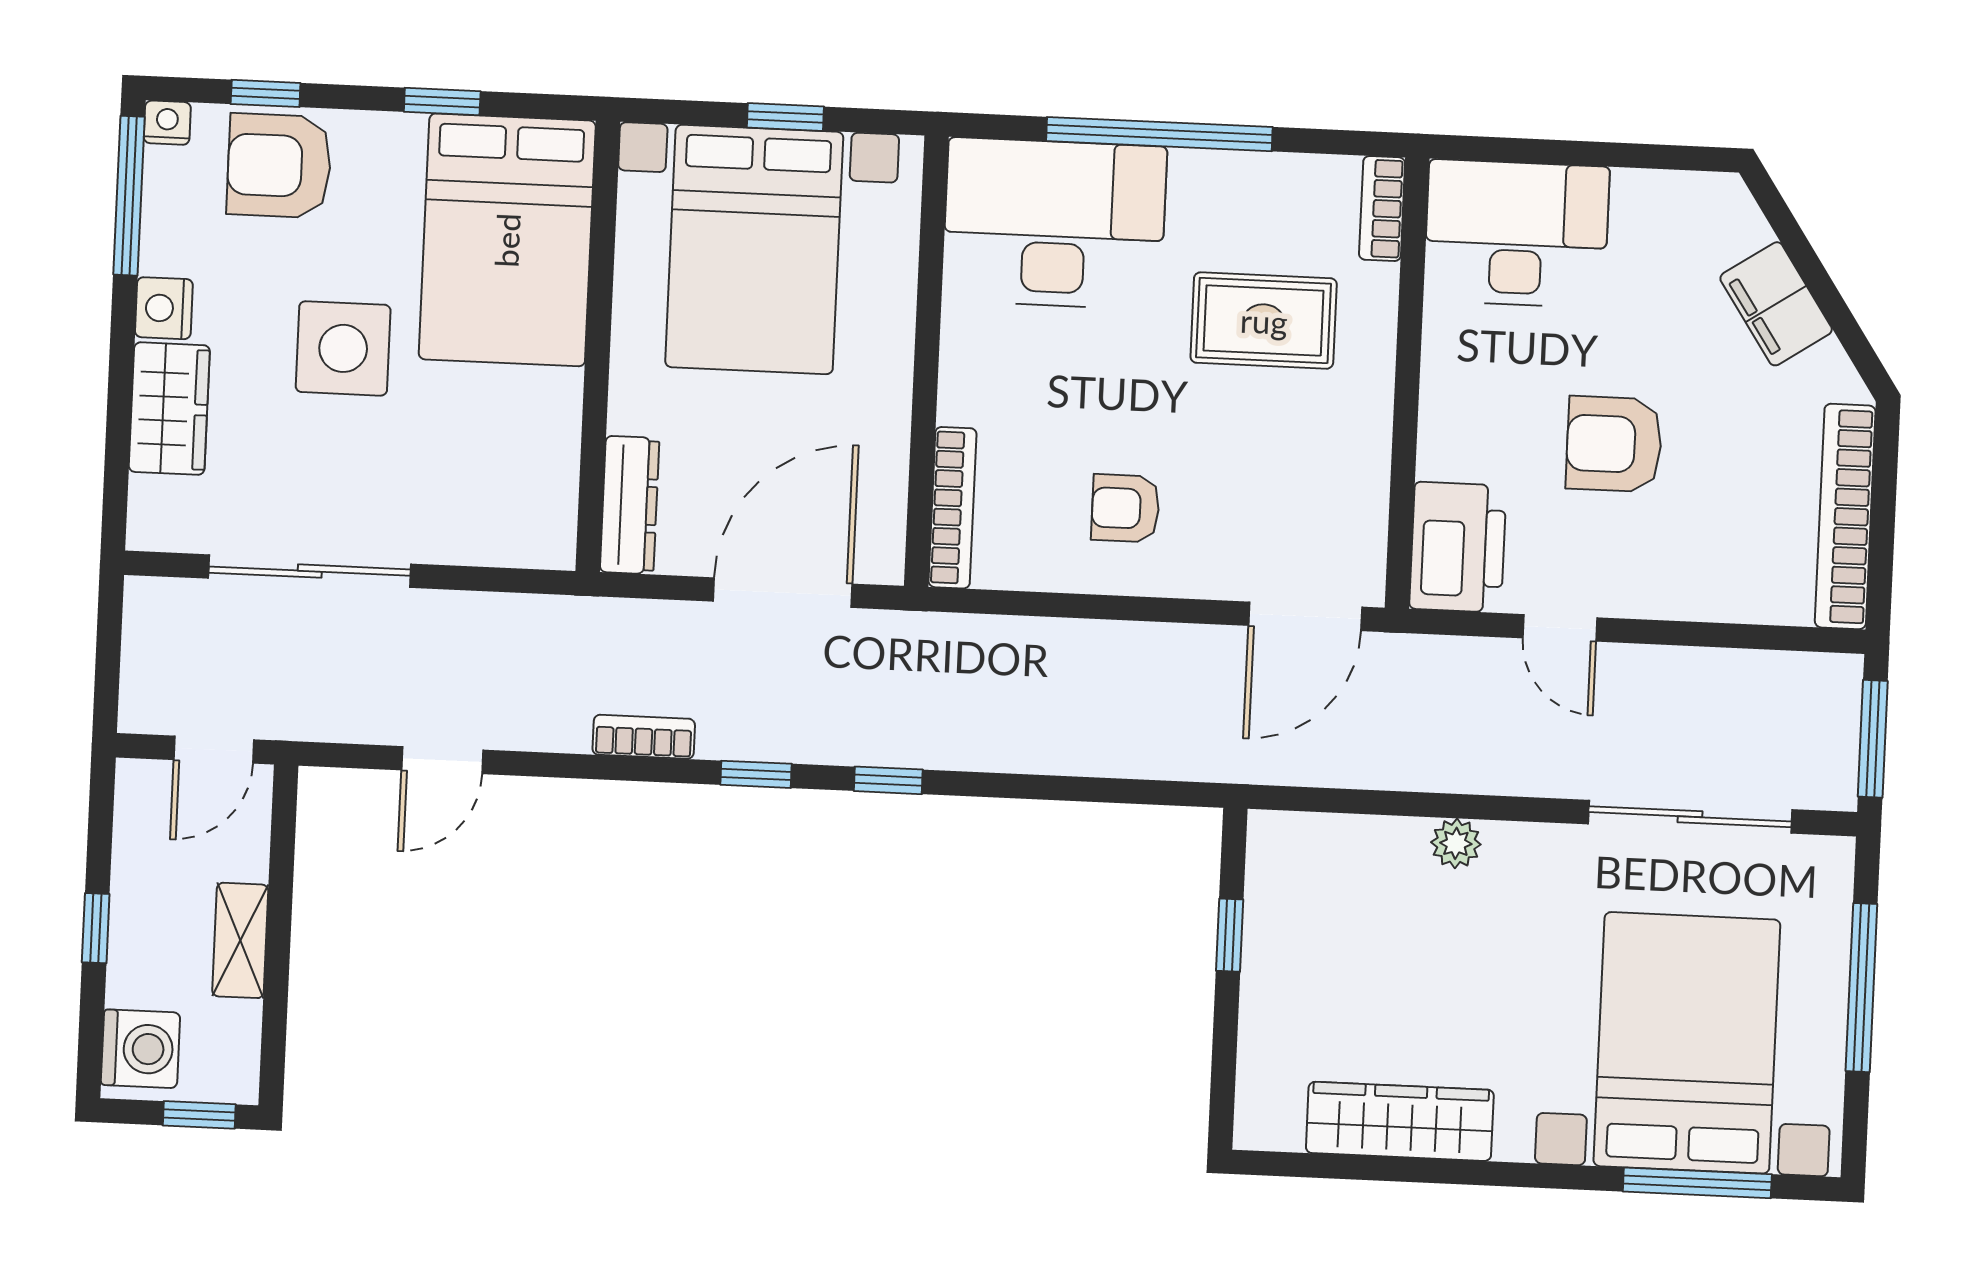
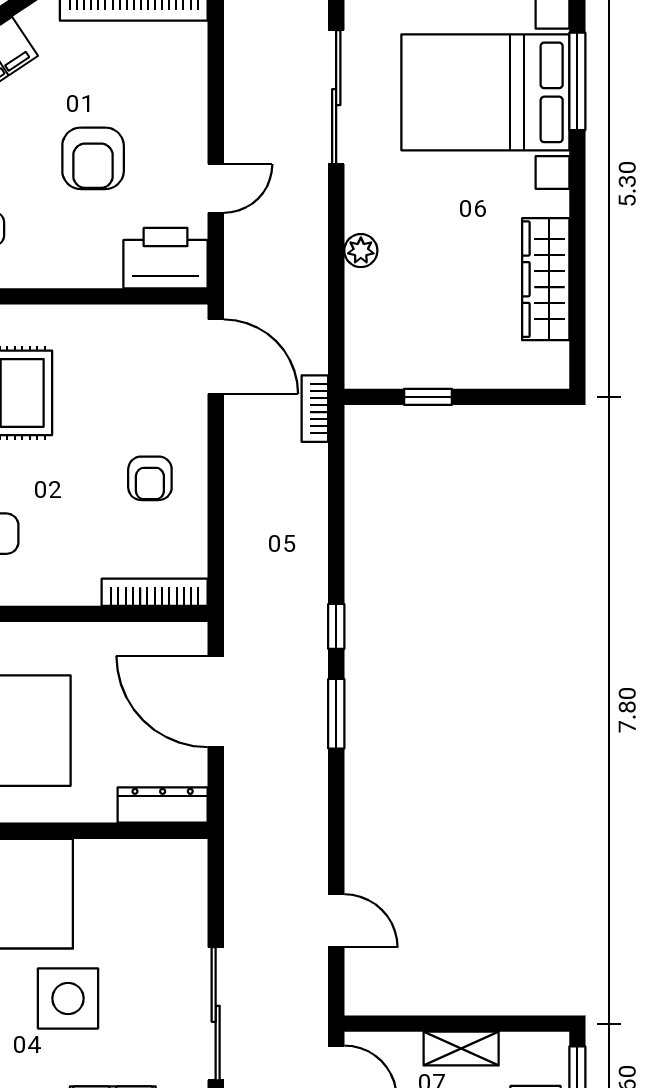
bookcase: (644, 737) -> (315, 409), moved
window: (756, 774) -> (336, 714), width x1.50

